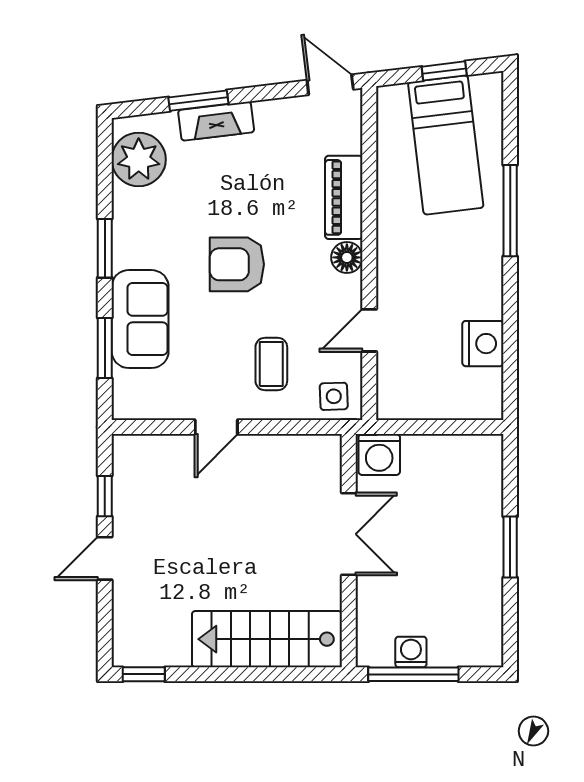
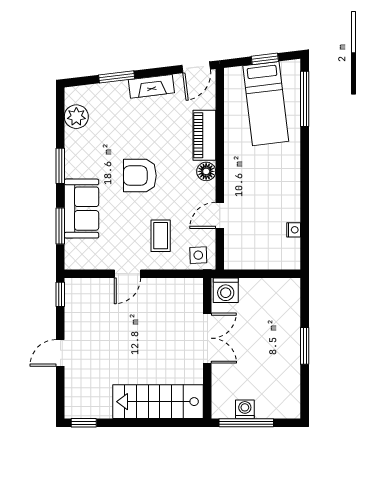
door: (330, 85) -> (196, 67), swing flipped
fireplace: (216, 121) -> (151, 86), moved
plant: (139, 159) -> (76, 117), width x0.73, depth x0.73
window: (510, 211) -> (305, 99), moved
nightstand: (483, 344) -> (294, 230), width x0.53, depth x0.56
window: (105, 496) -> (60, 294), moved

